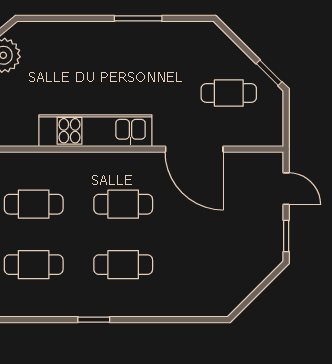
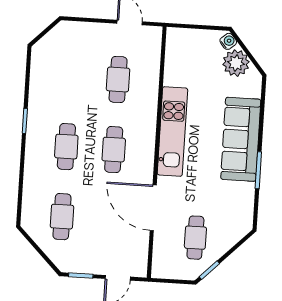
sofa: (100, 43) -> (241, 139), added
door: (194, 149) -> (153, 208), hinge flipped
cafe table: (34, 265) -> (62, 217), moved

